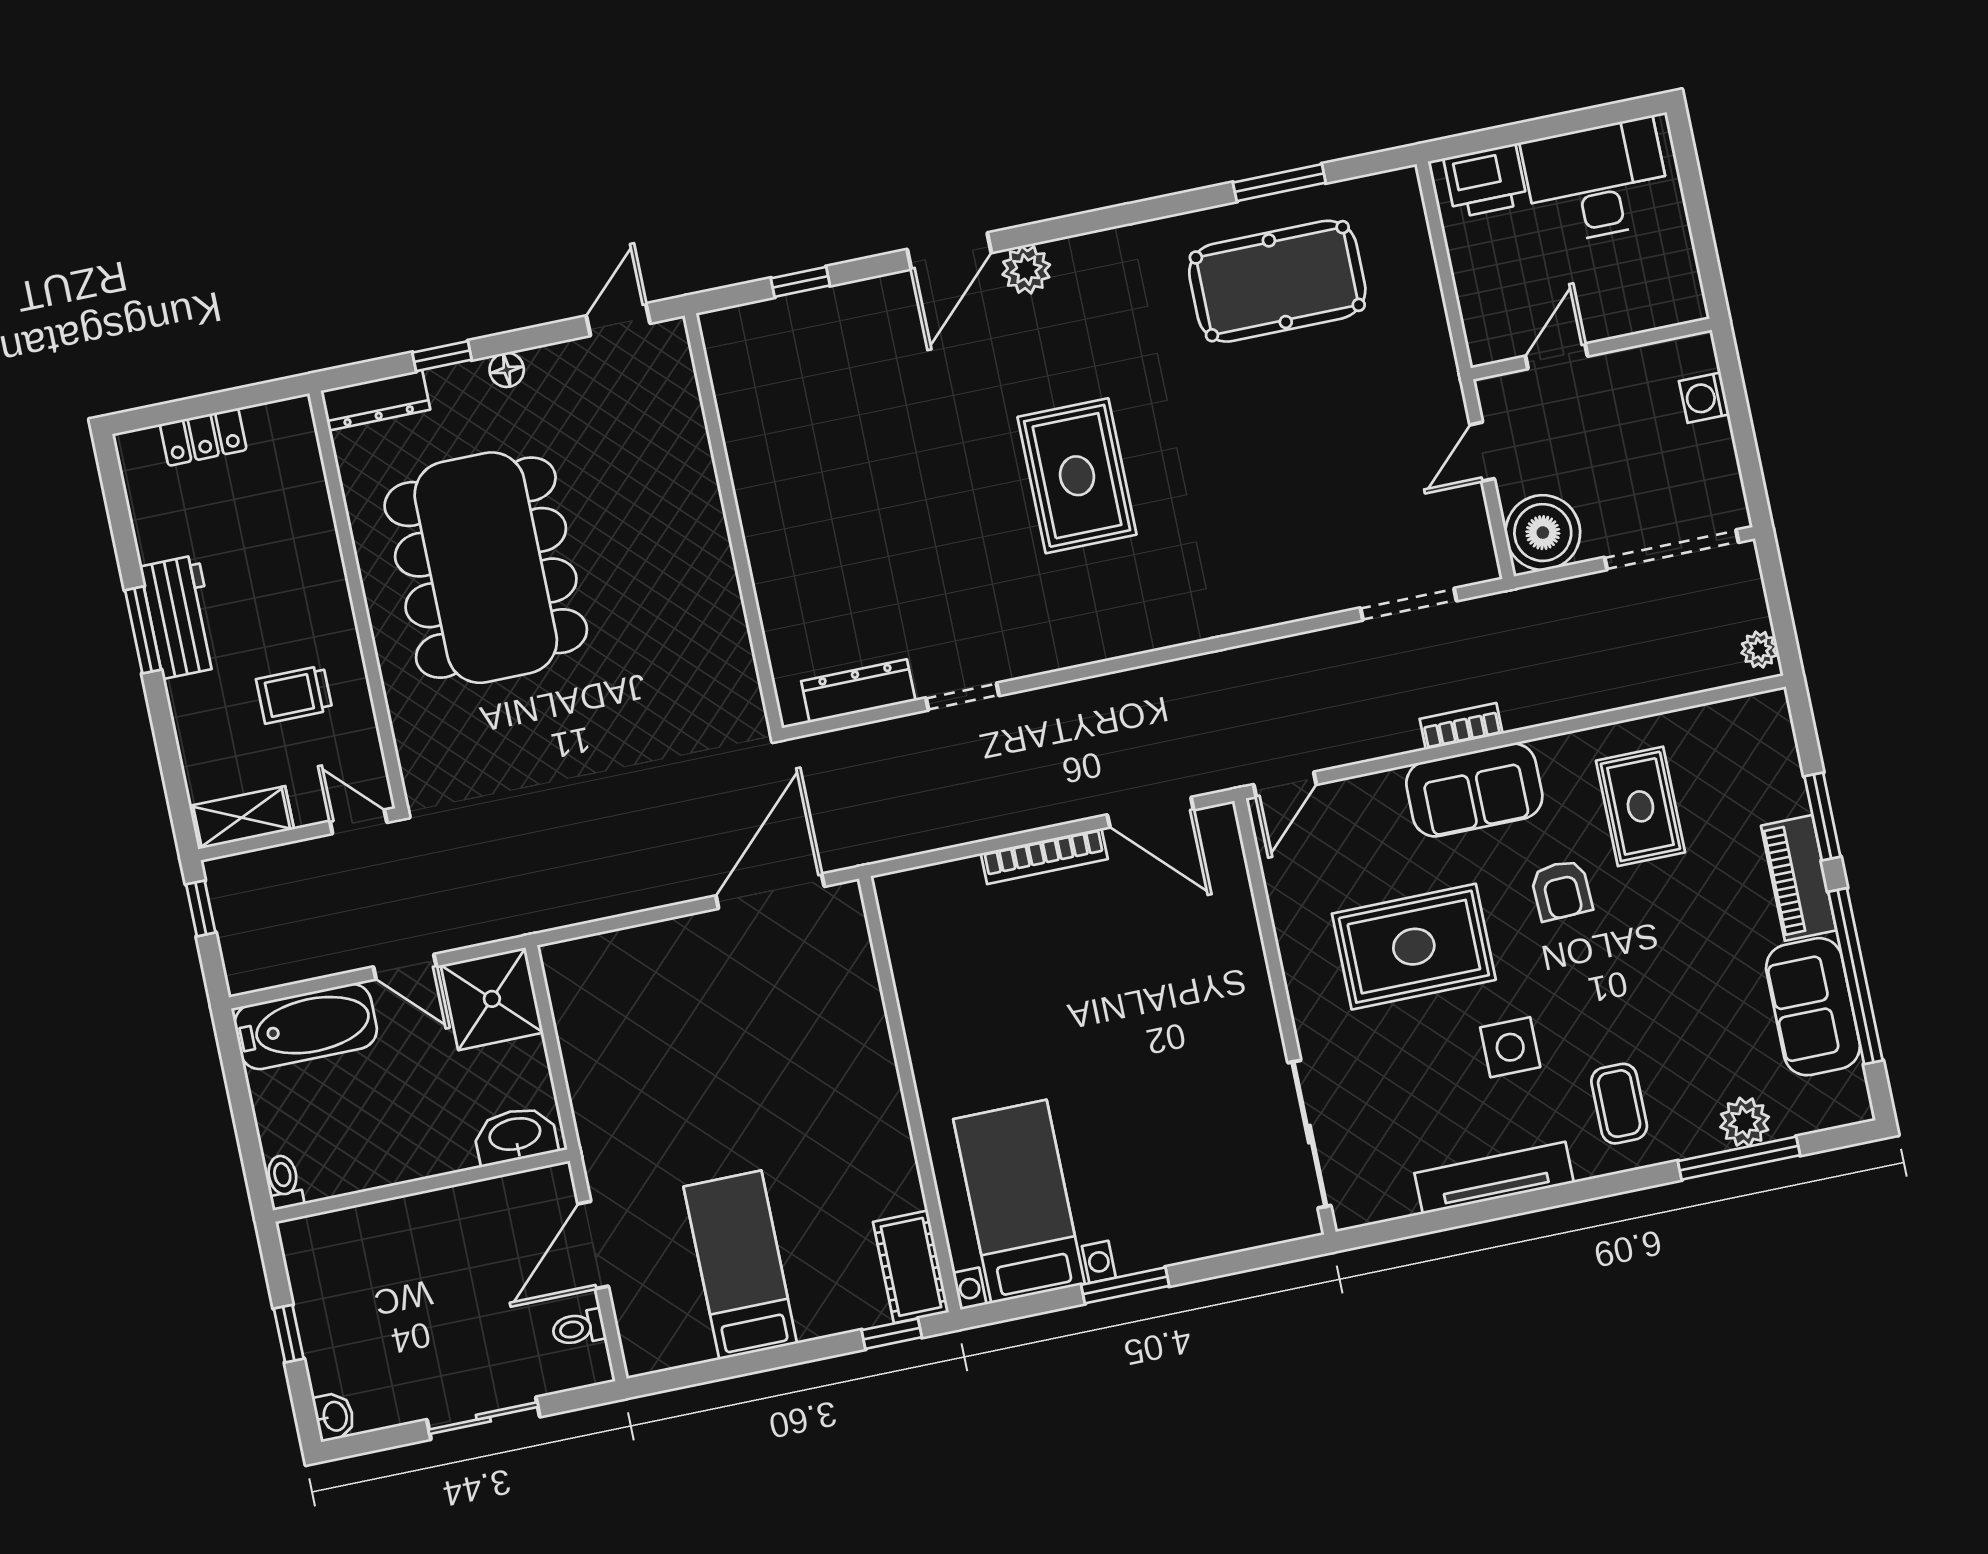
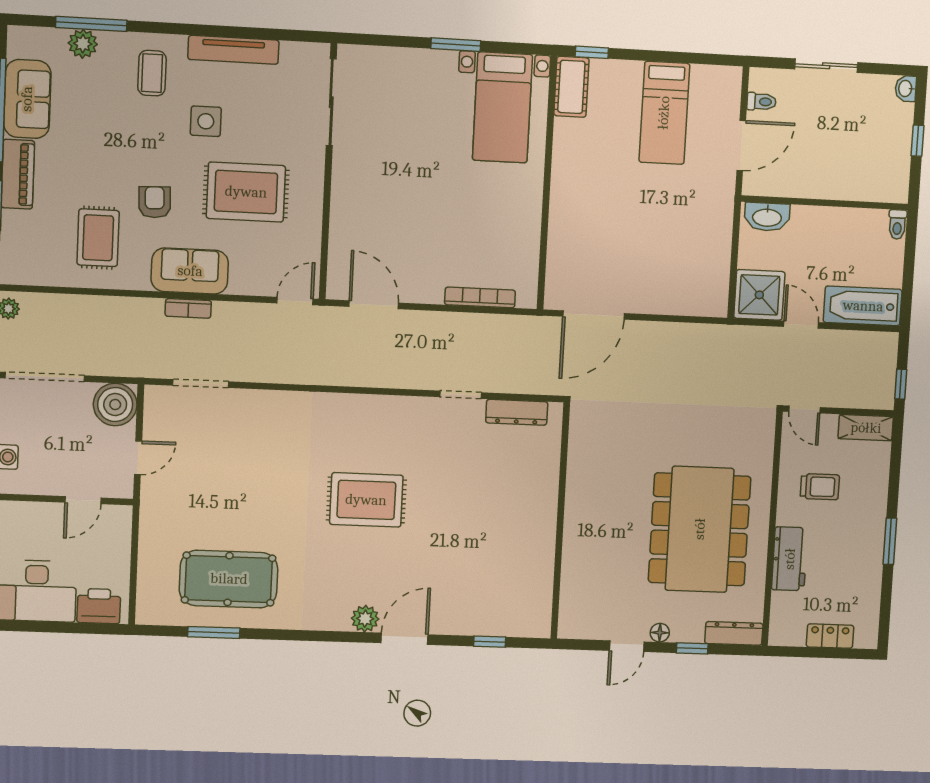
door: (618, 320) -> (627, 646), moved
rug: (1077, 476) -> (366, 500), turned 90
workbench: (180, 617) -> (790, 559), moved, turned 180
bookcase: (1044, 856) -> (480, 297), moved

